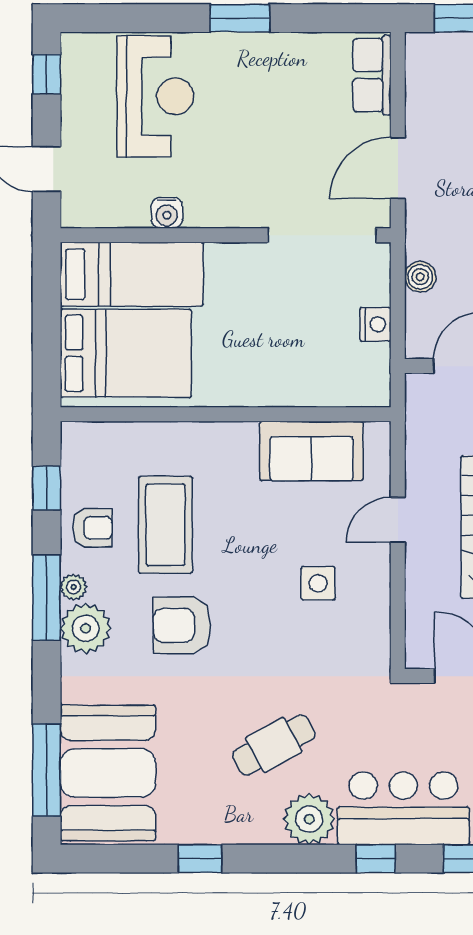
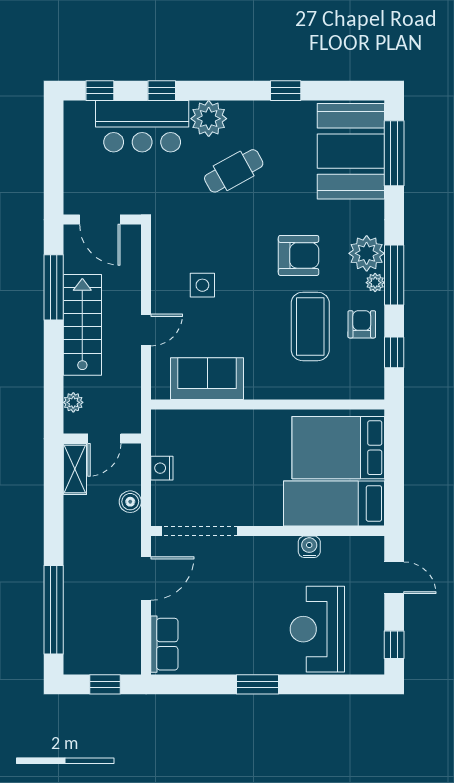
armchair: (92, 528) -> (362, 324), turned 90

